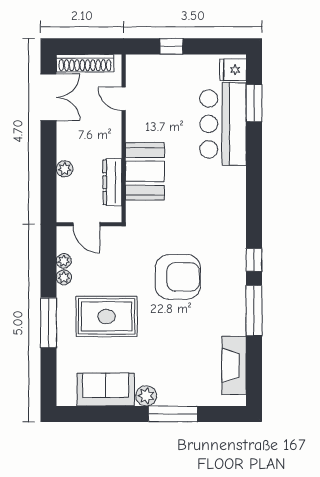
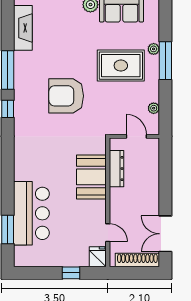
fridge: (233, 70) -> (98, 257), moved, turned -90
plant: (65, 169) -> (153, 179), removed
plant: (64, 277) -> (154, 49), moved

